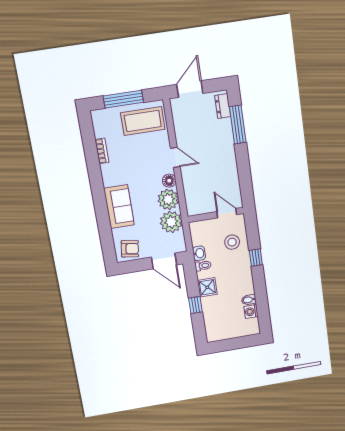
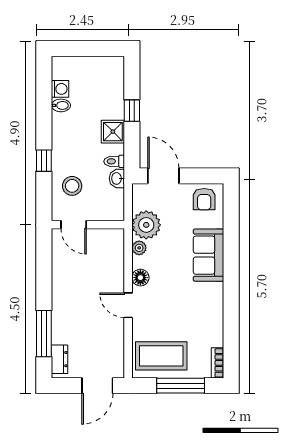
bookcase: (102, 151) -> (218, 363), moved
plant: (168, 199) -> (139, 248), width x0.53, depth x0.53
armchair: (130, 249) -> (204, 199), turned -99

